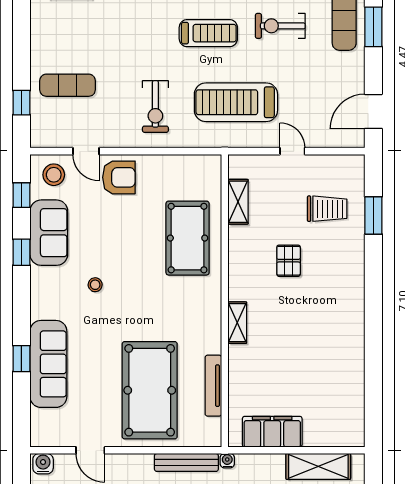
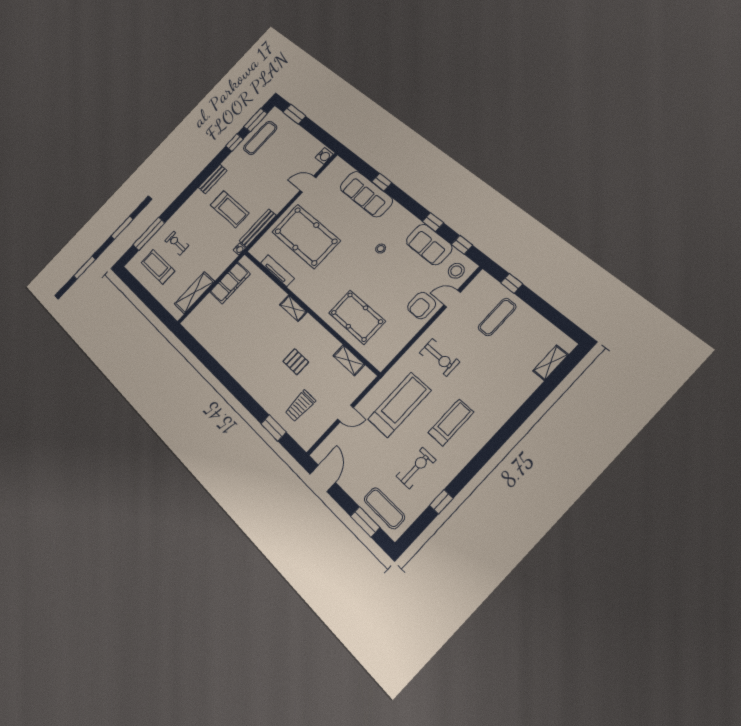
treadmill: (208, 33) -> (451, 422), turned 180
exercise bike: (155, 107) -> (439, 357), turned 180

